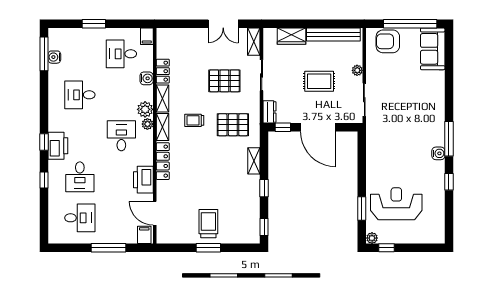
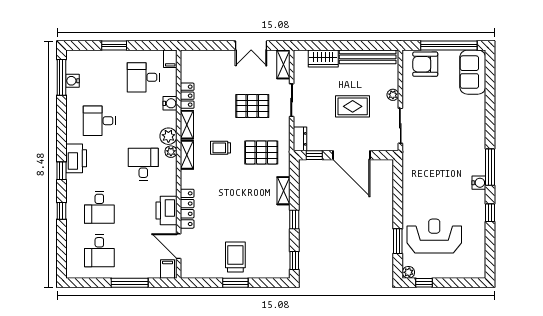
printer: (58, 146) -> (76, 158), moved
locker: (163, 161) -> (187, 209), moved
desk: (80, 218) -> (99, 251), turned 90

